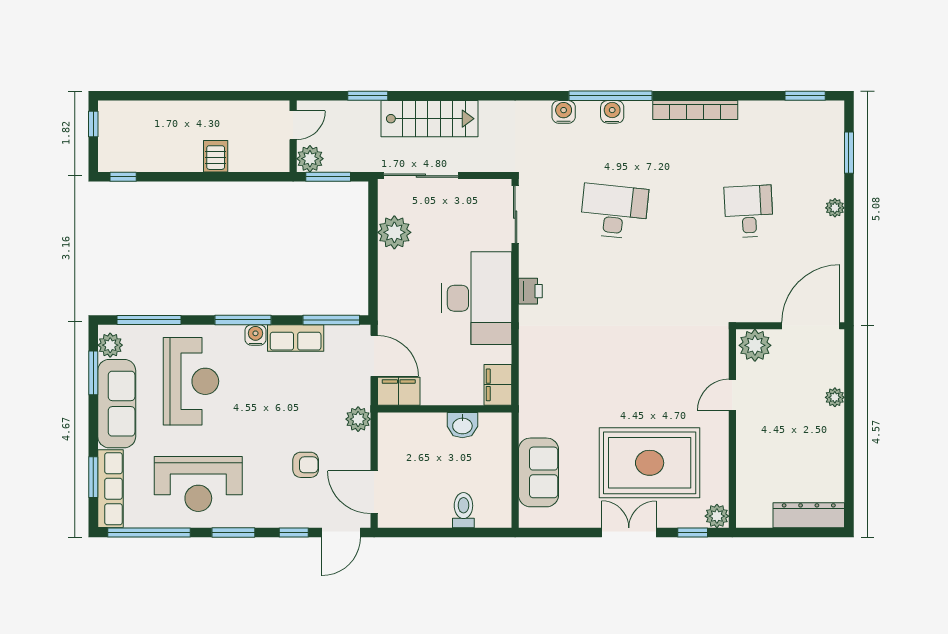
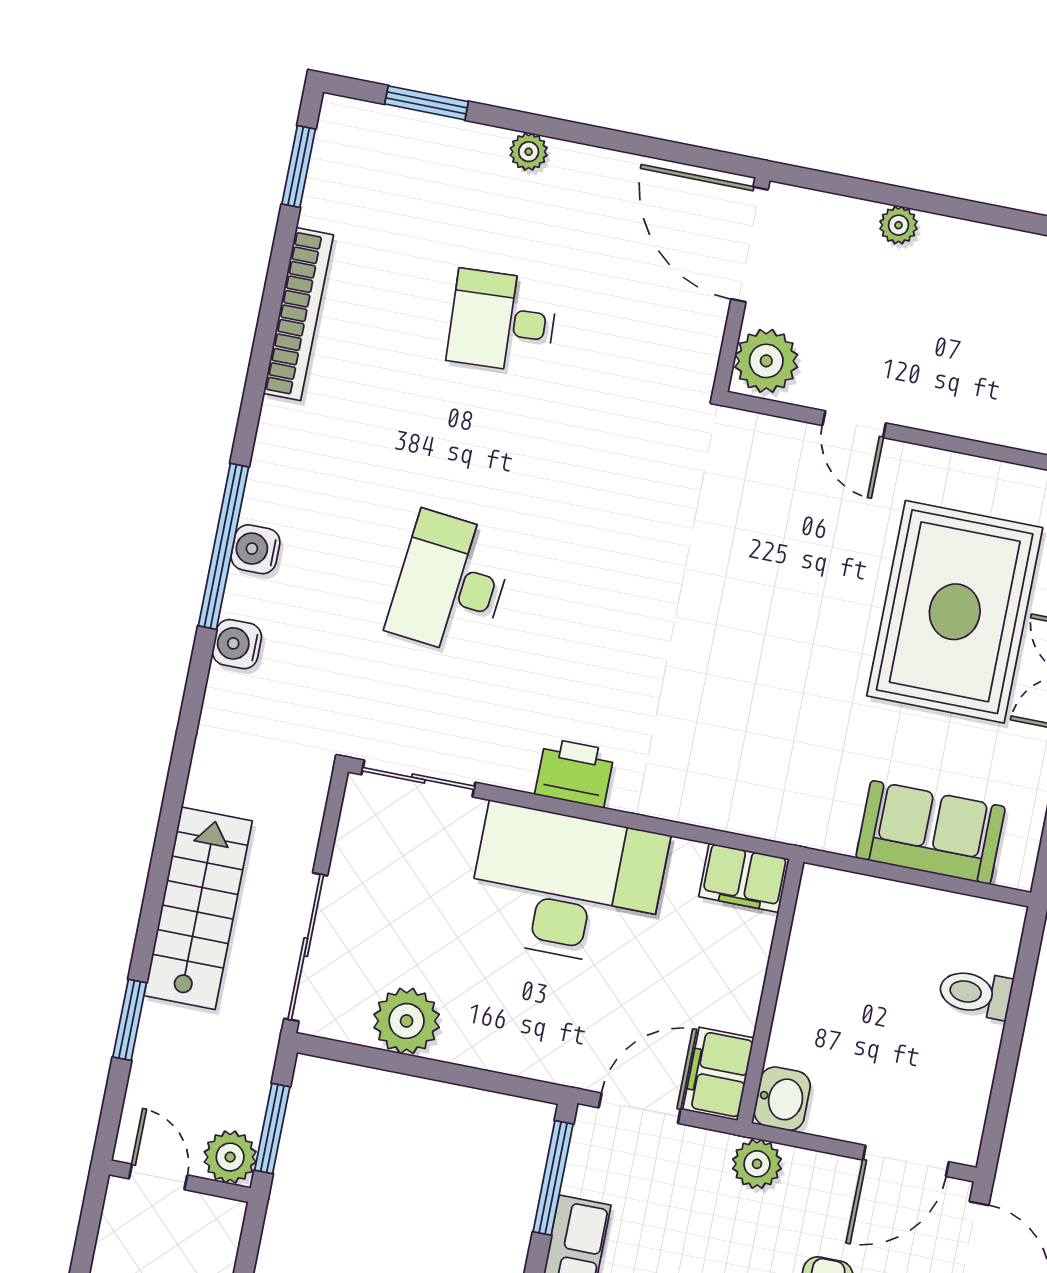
bookcase: (695, 110) -> (298, 314), moved
printer: (530, 291) -> (575, 773), width x1.36, depth x1.24
washbasin: (462, 425) -> (782, 1099), moved

